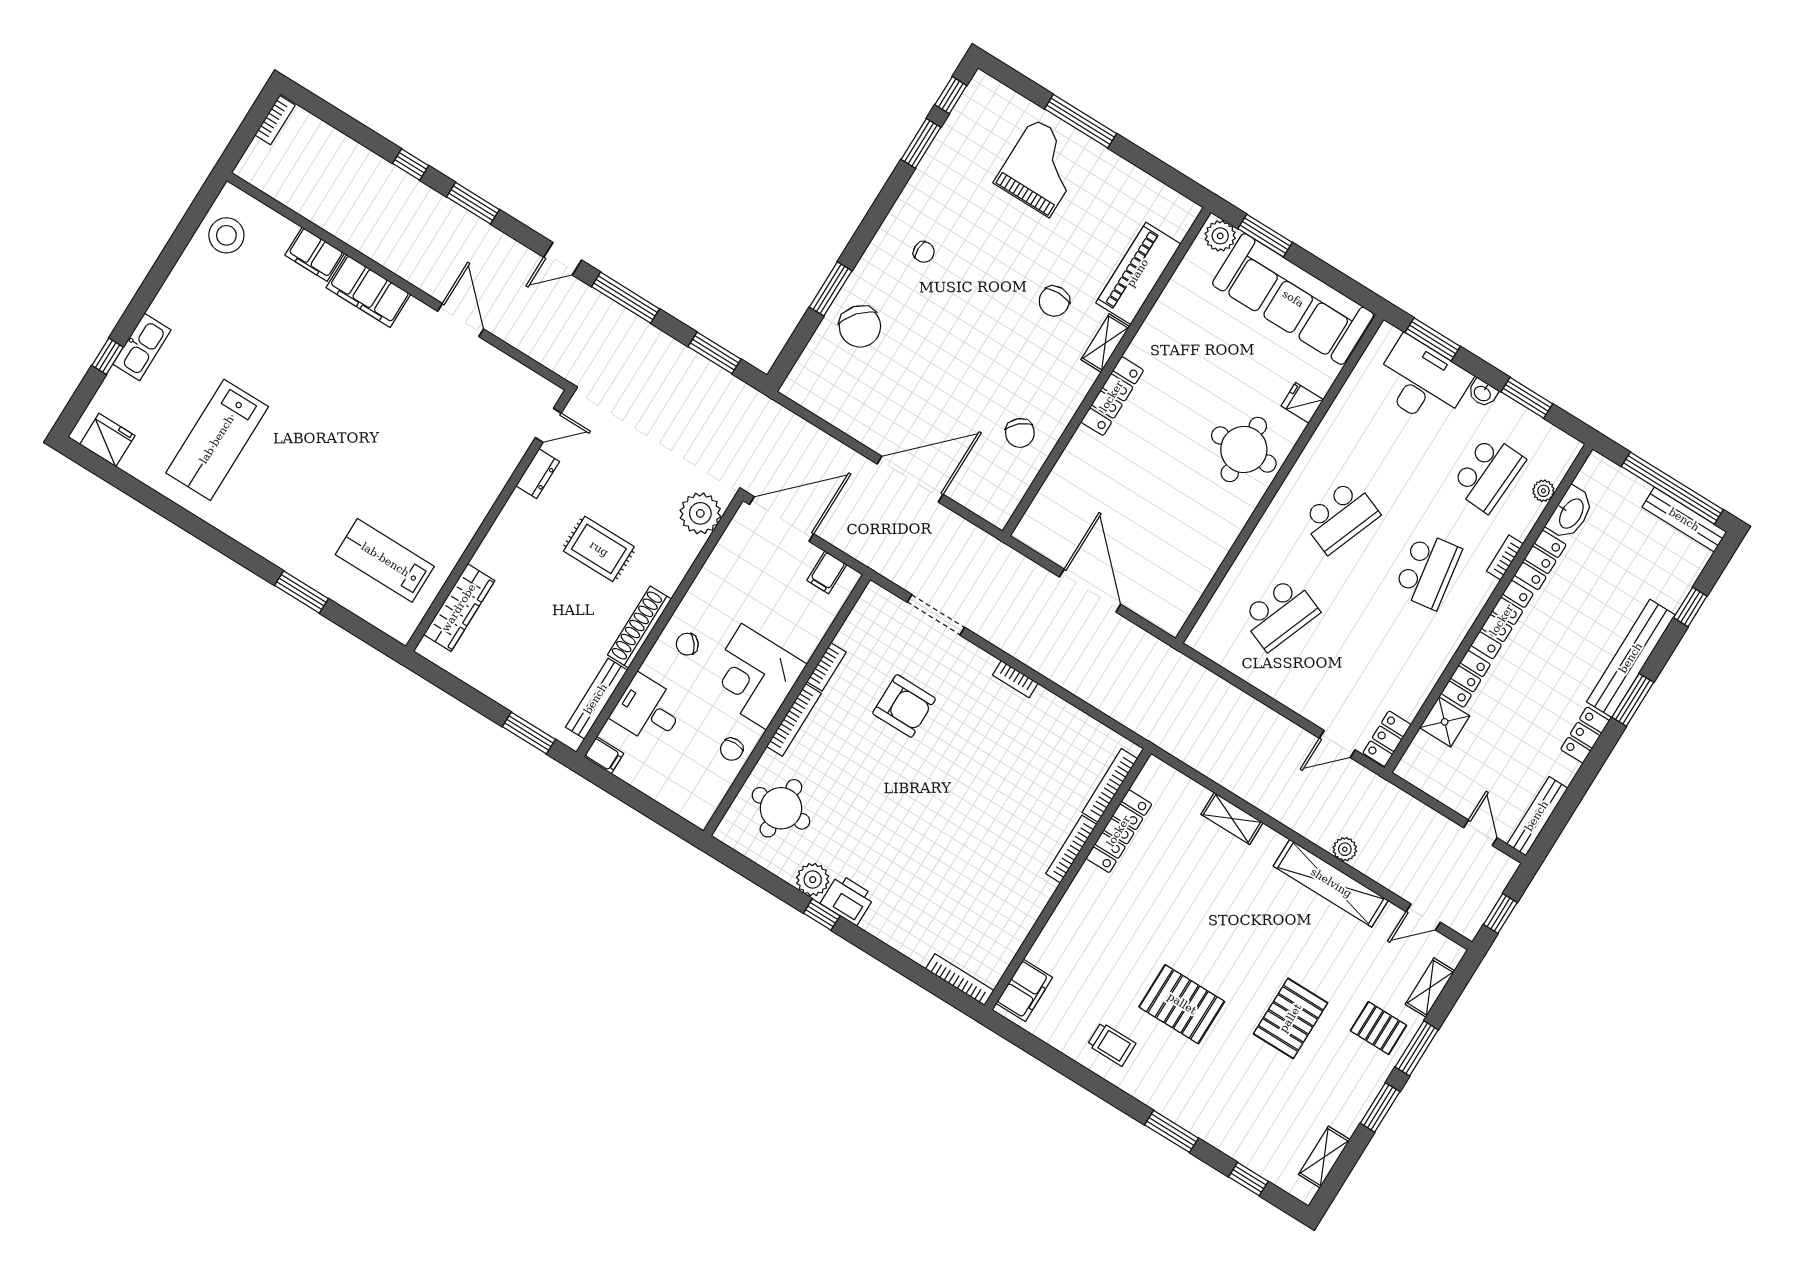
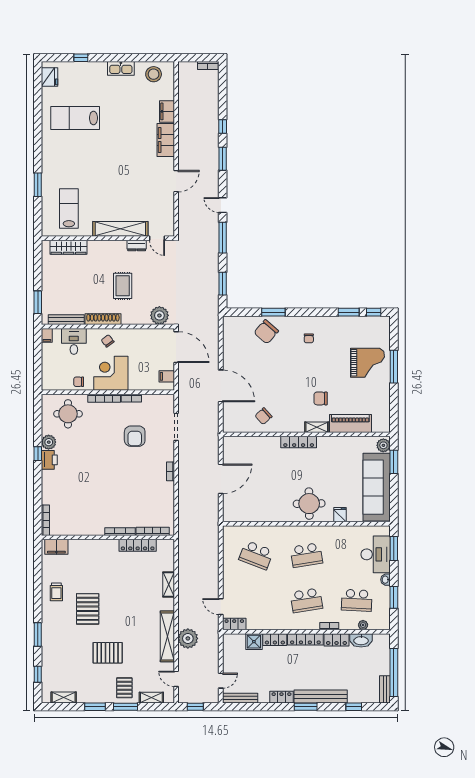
kitchen sink: (142, 347) -> (121, 68), moved
shelving: (486, 485) -> (120, 229), added
school desk: (1340, 516) -> (306, 555), turned -30
bench: (1684, 520) -> (385, 689), width x0.73
plant: (1345, 849) -> (188, 638), width x1.87, depth x1.87

